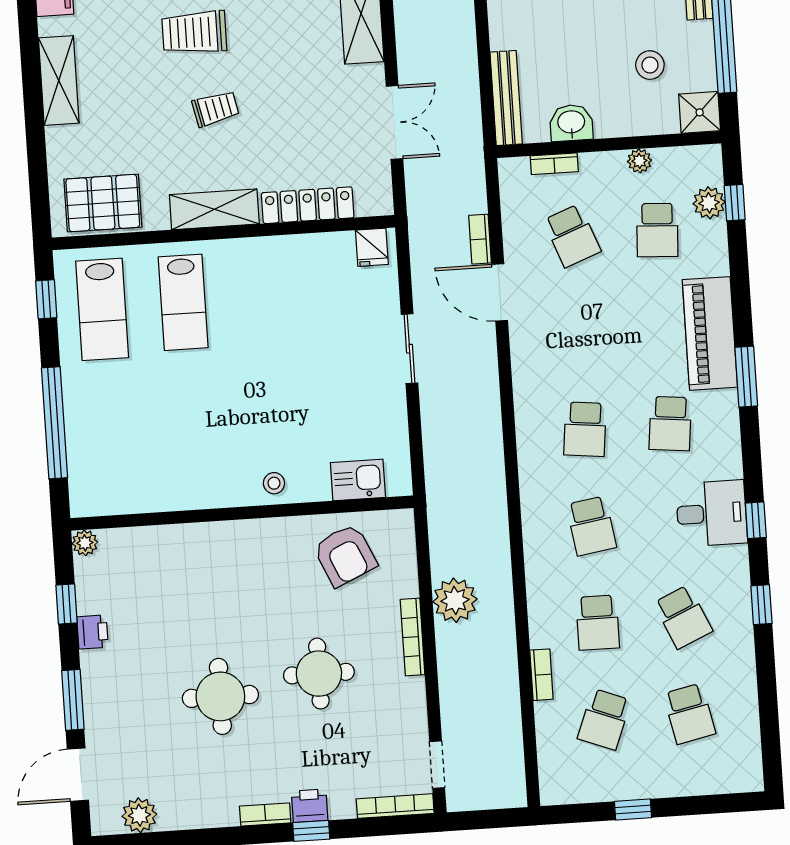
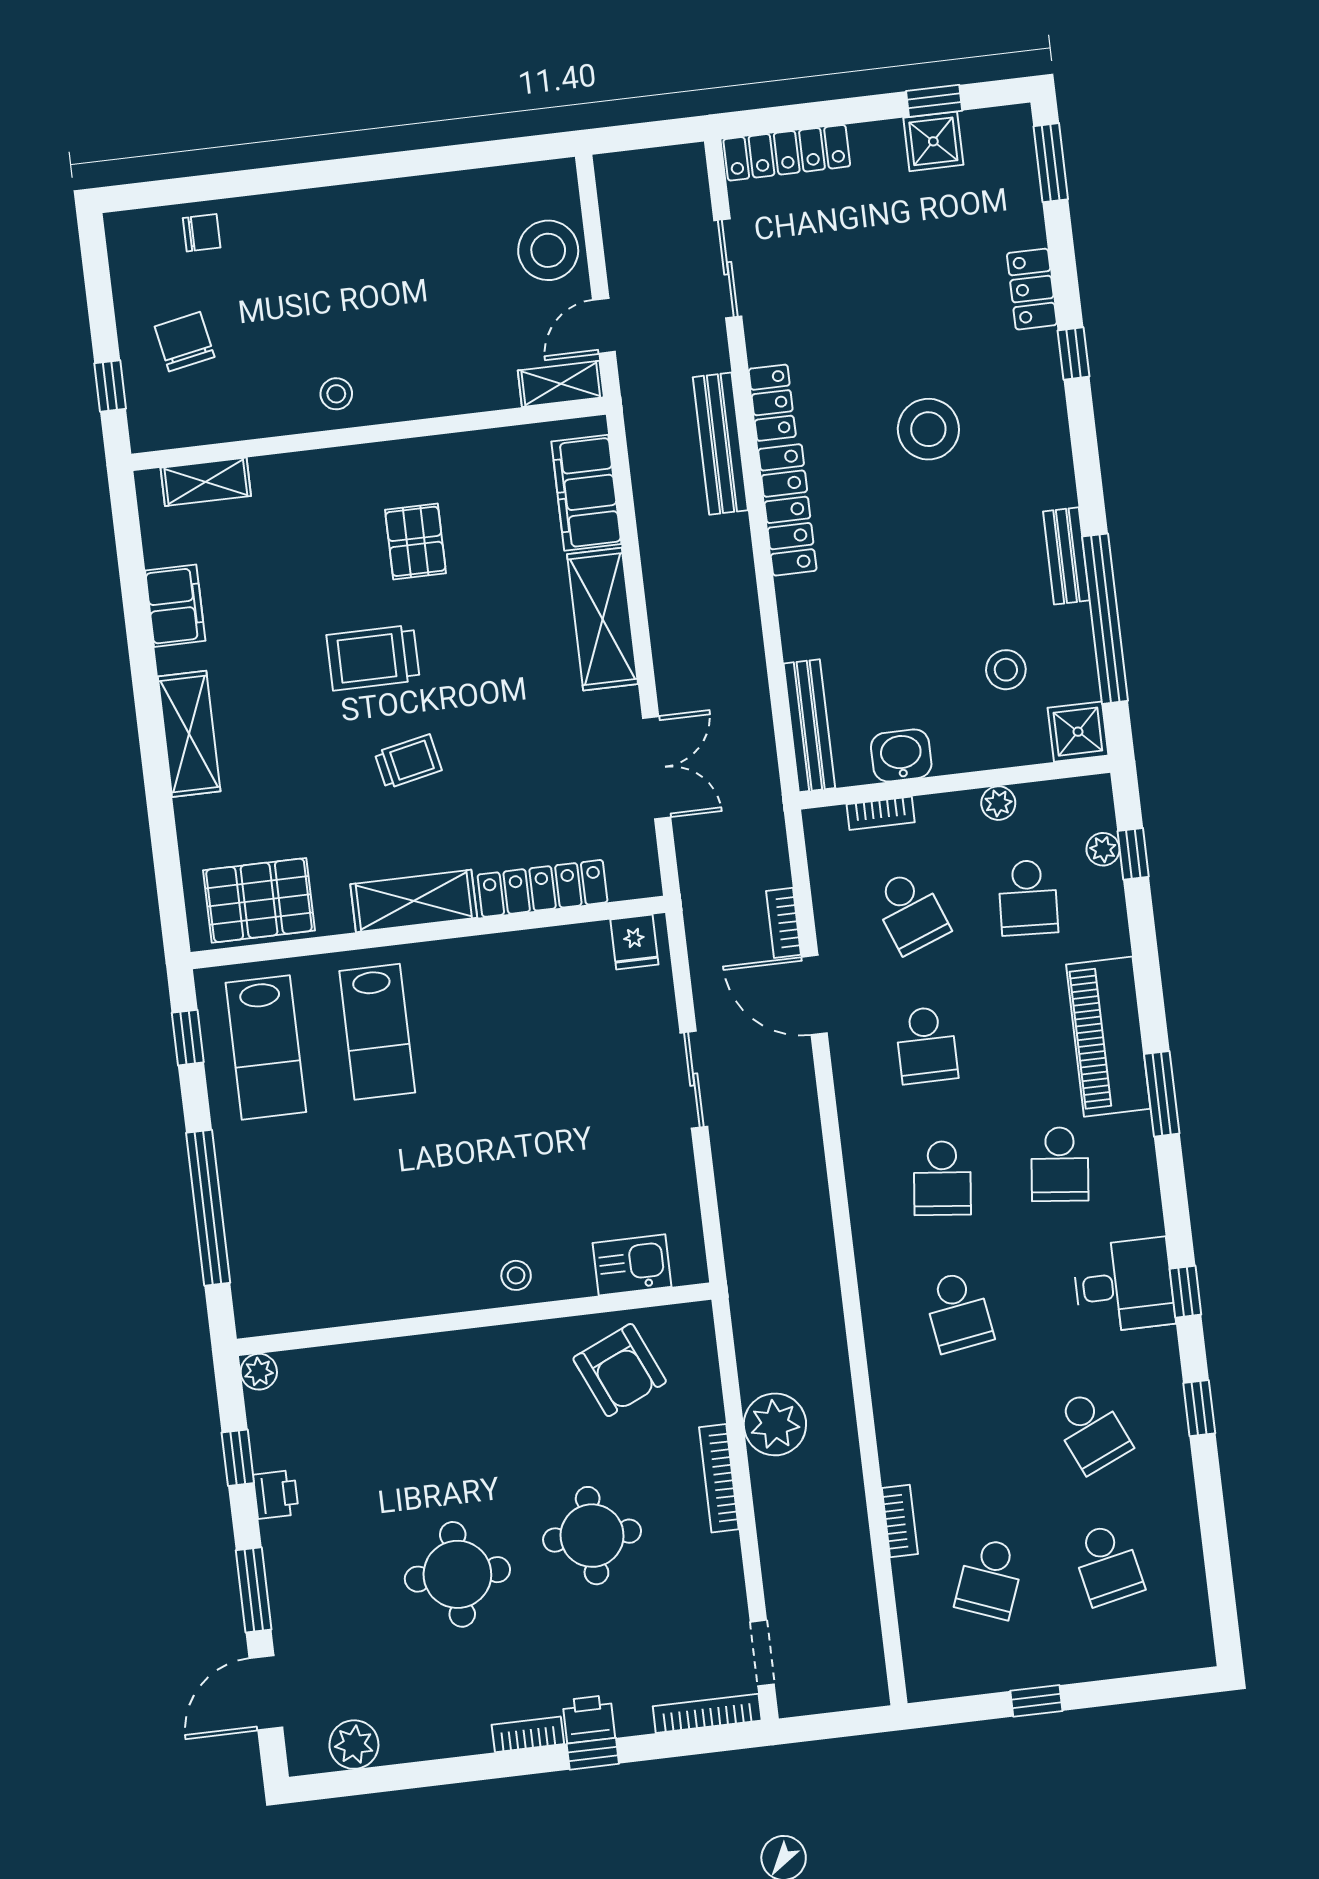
plant: (709, 203) -> (1103, 849), width x0.73, depth x0.73
school desk: (598, 623) -> (926, 1045), moved

